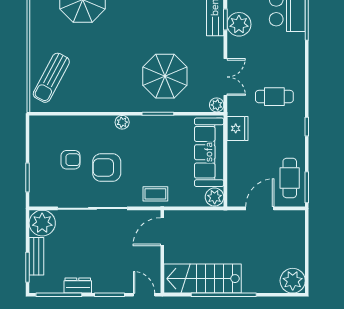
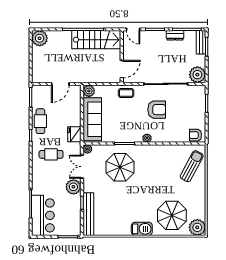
plant: (239, 24) -> (73, 187), moved
armchair: (71, 160) -> (195, 135), moved
cafe table: (290, 178) -> (40, 121), moved
bench: (36, 256) -> (201, 42), moved

